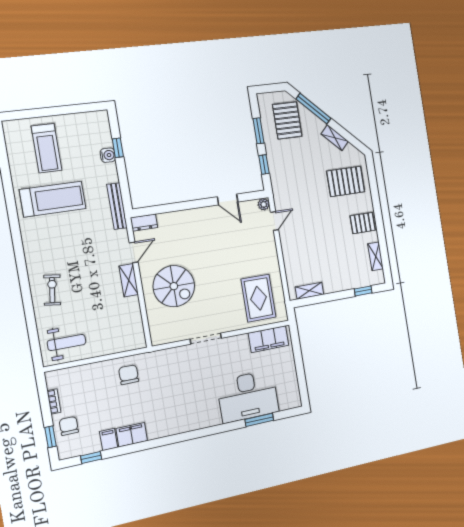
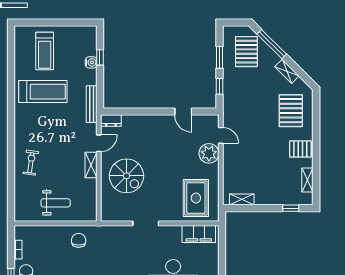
pallet: (346, 181) -> (291, 111), turned 90
plant: (264, 204) -> (209, 153), moved, width x1.87, depth x1.87
door: (275, 221) -> (221, 135), hinge flipped
weight bench: (67, 342) -> (56, 203), moved

